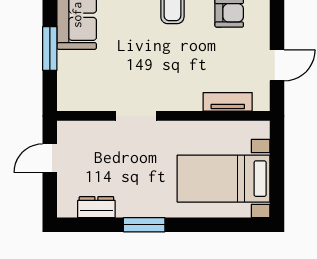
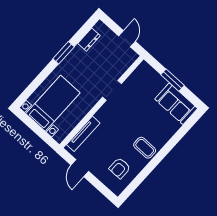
tv unit: (228, 102) -> (83, 134), width x1.41

